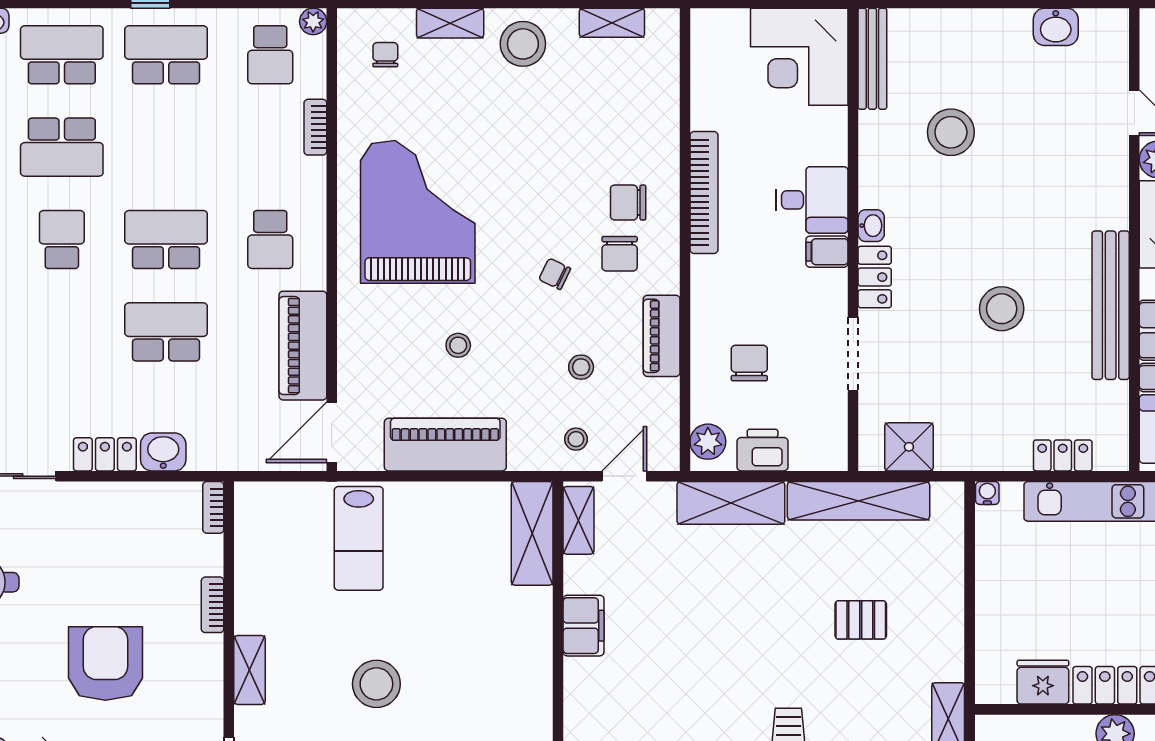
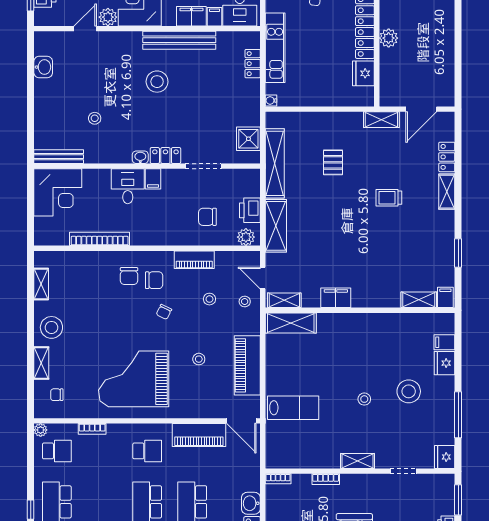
stool: (951, 132) -> (95, 118), width x0.53, depth x0.53
bookcase: (704, 192) -> (100, 239), moved
stool: (1002, 309) -> (157, 82), moved
stool: (376, 684) -> (364, 399), width x0.53, depth x0.53

